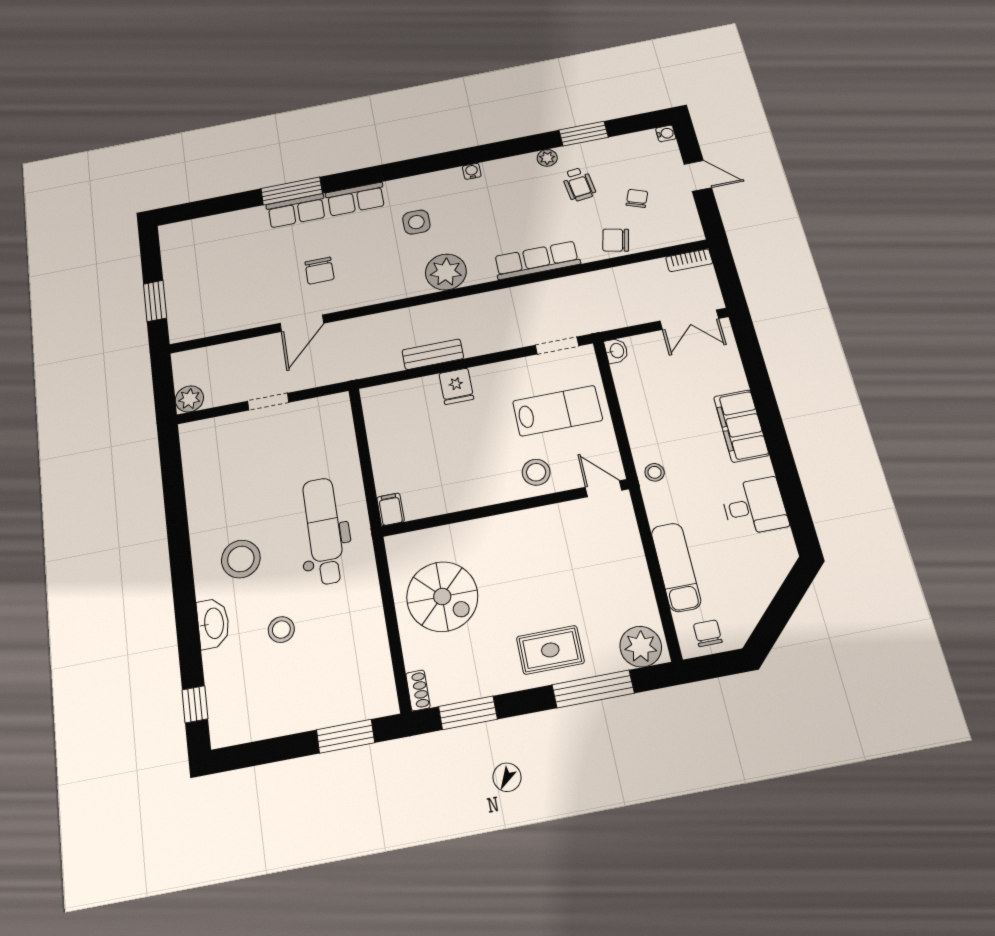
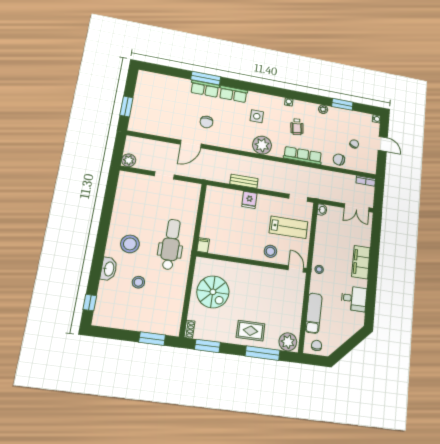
wheelchair: (579, 184) -> (297, 127), moved

